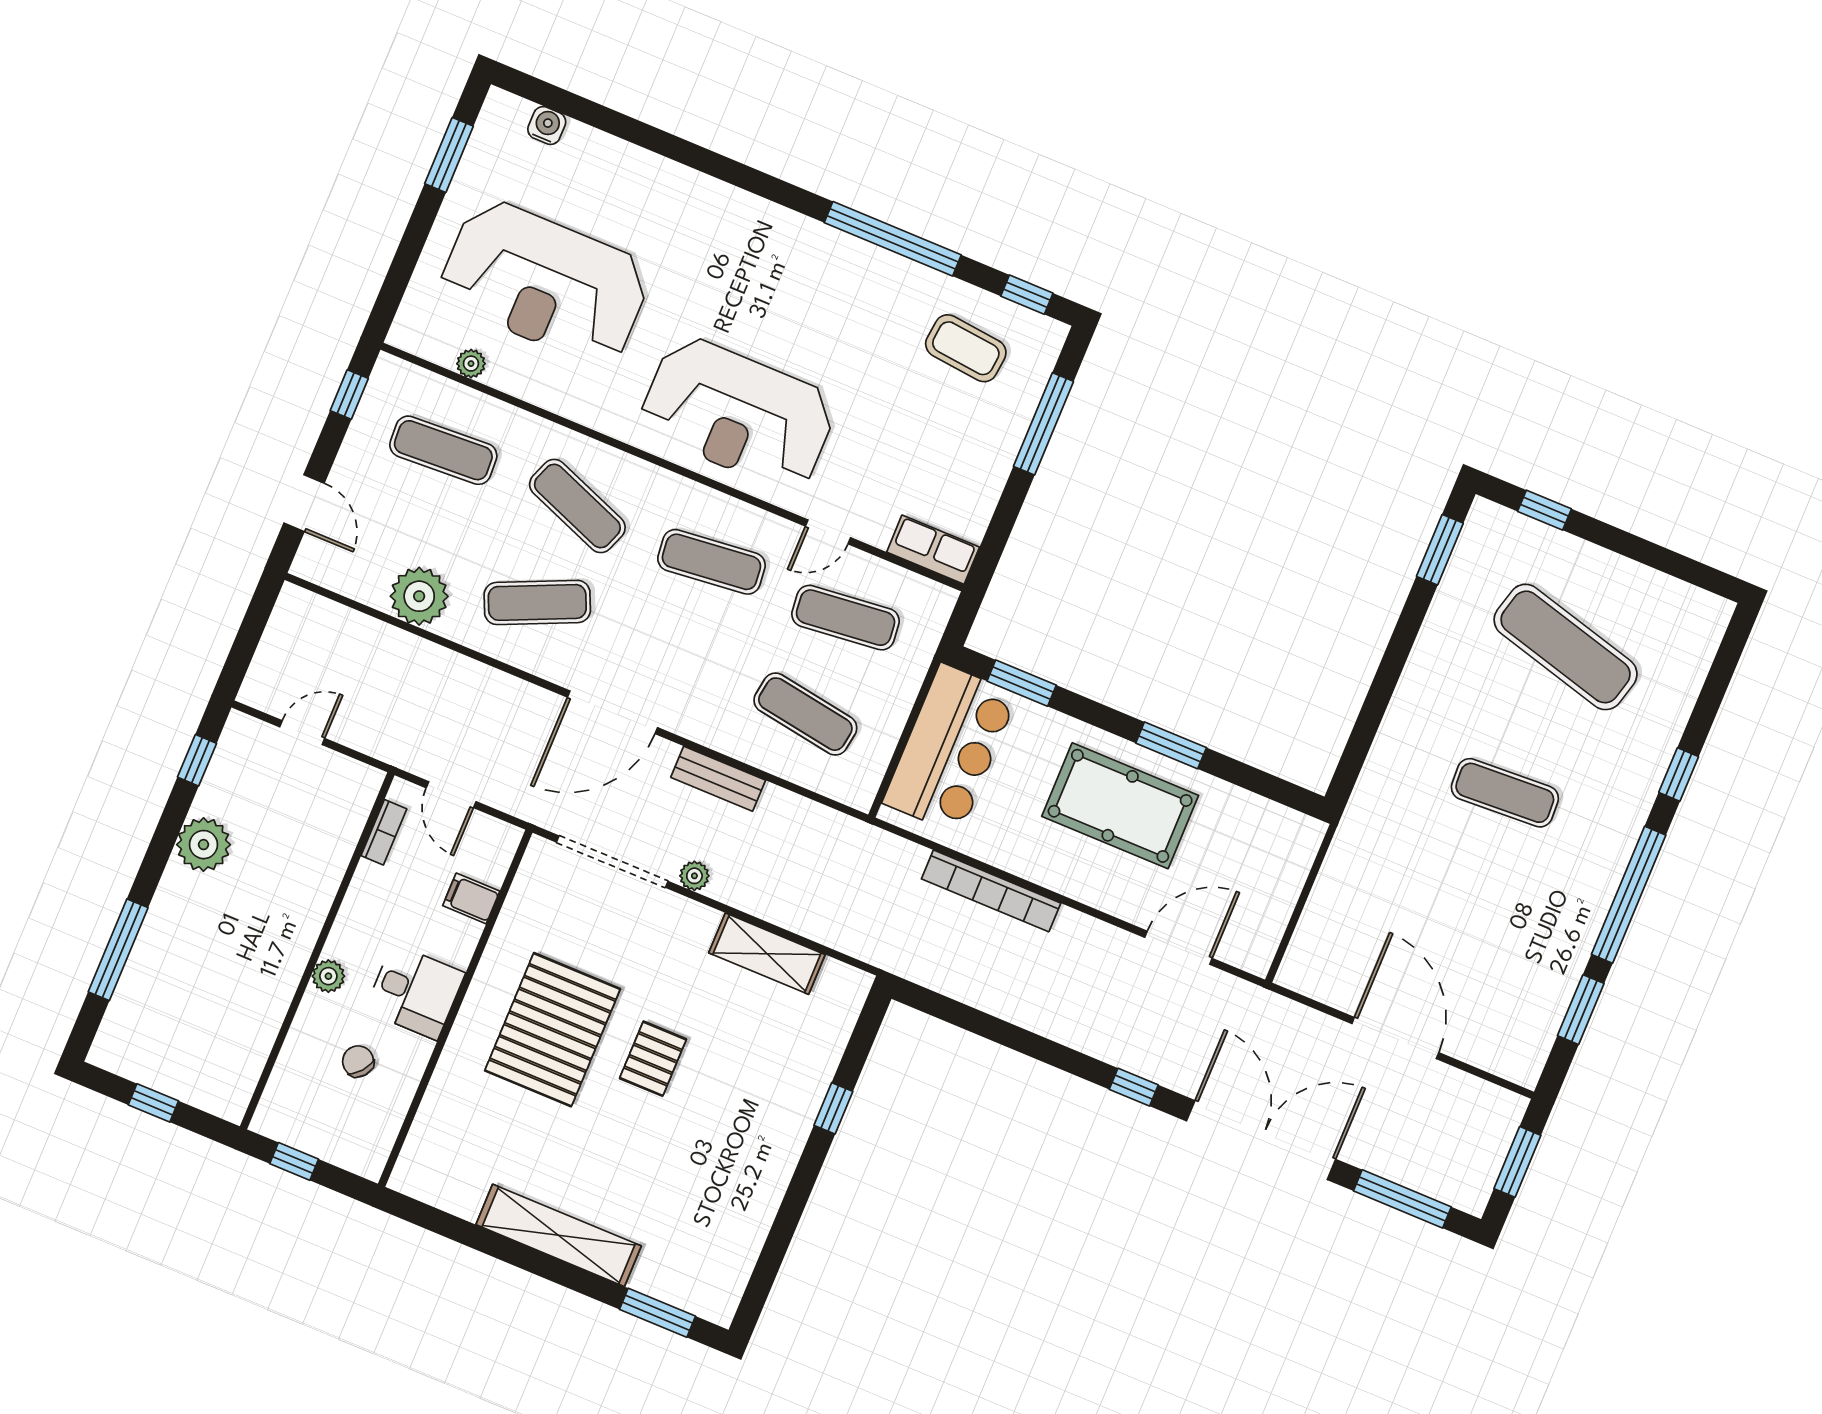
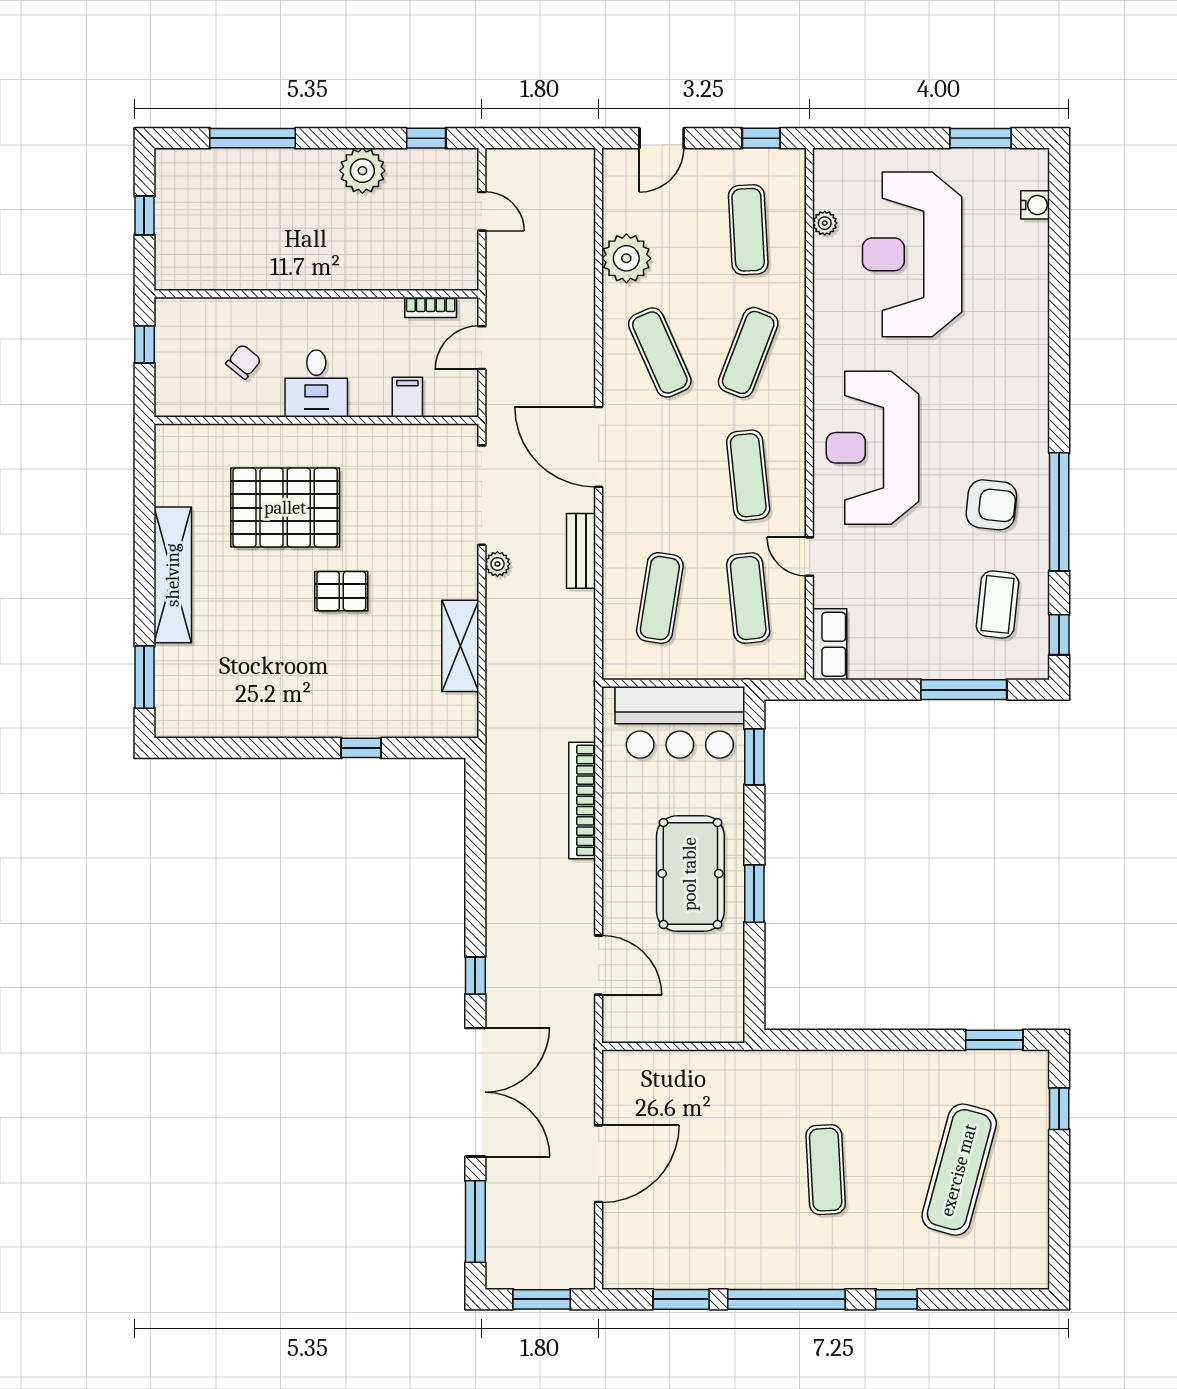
armchair: (854, 310) -> (991, 505), added
plant: (328, 976) -> (300, 311), removed
pallet: (553, 1030) -> (285, 508), moved

